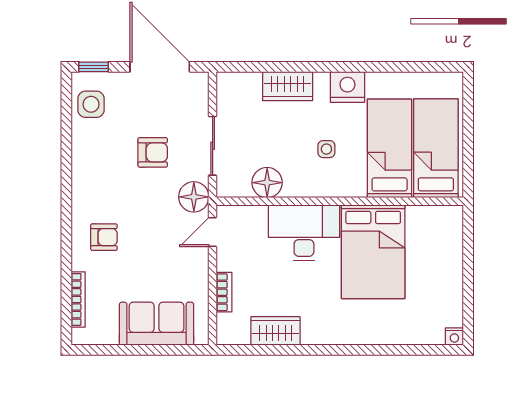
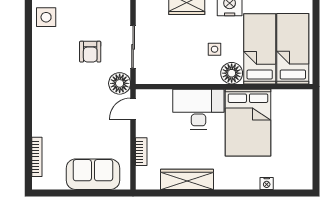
armchair: (153, 152) -> (90, 52), turned 90
floor lamp: (267, 183) -> (232, 73), moved
armchair: (104, 237) -> (55, 112), removed
wardrobe: (276, 331) -> (187, 179), width x1.50
nightstand: (454, 337) -> (267, 183), moved

